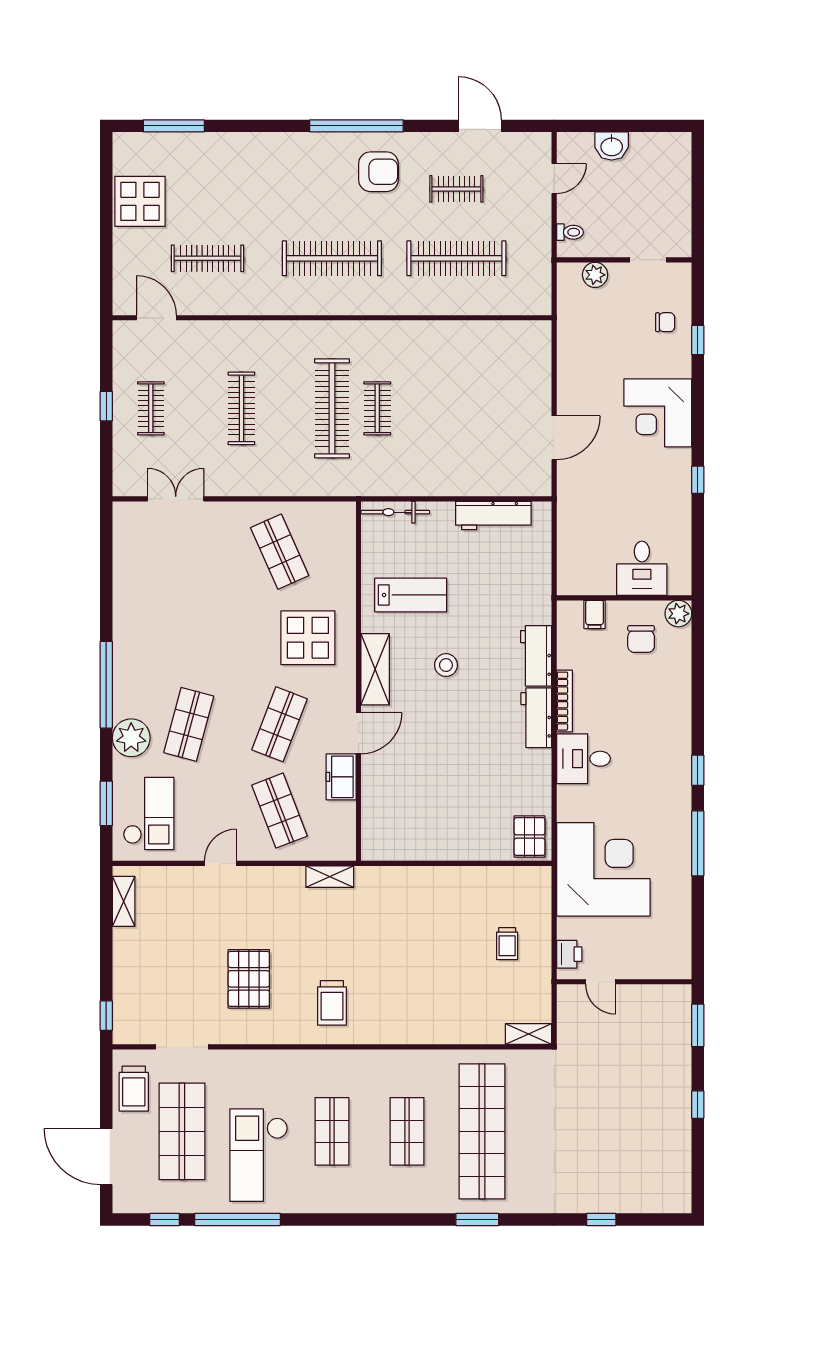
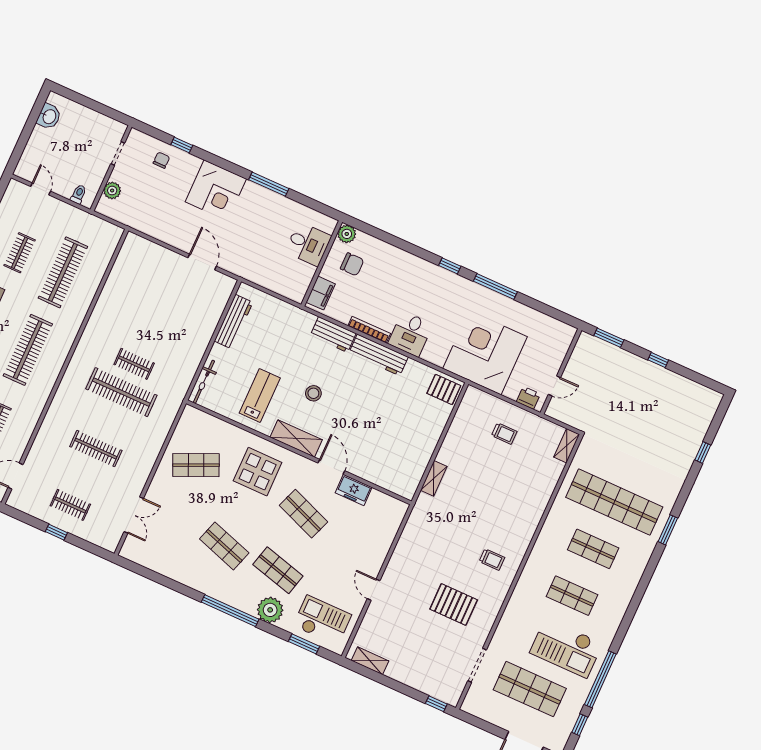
washbasin: (612, 146) -> (49, 116), moved
window: (698, 480) -> (269, 184), width x2.17
double door: (176, 499) -> (134, 515), swing flipped
filing cabinet: (595, 614) -> (321, 293), width x2.00
workbench: (536, 718) -> (379, 355), width x1.38
shop shelf: (280, 811) -> (224, 546), moved, turned 39
shelving: (330, 877) -> (434, 478), moved
trolley: (332, 1003) -> (492, 559), width x0.73, depth x0.72
trolley: (134, 1089) -> (490, 707), removed

